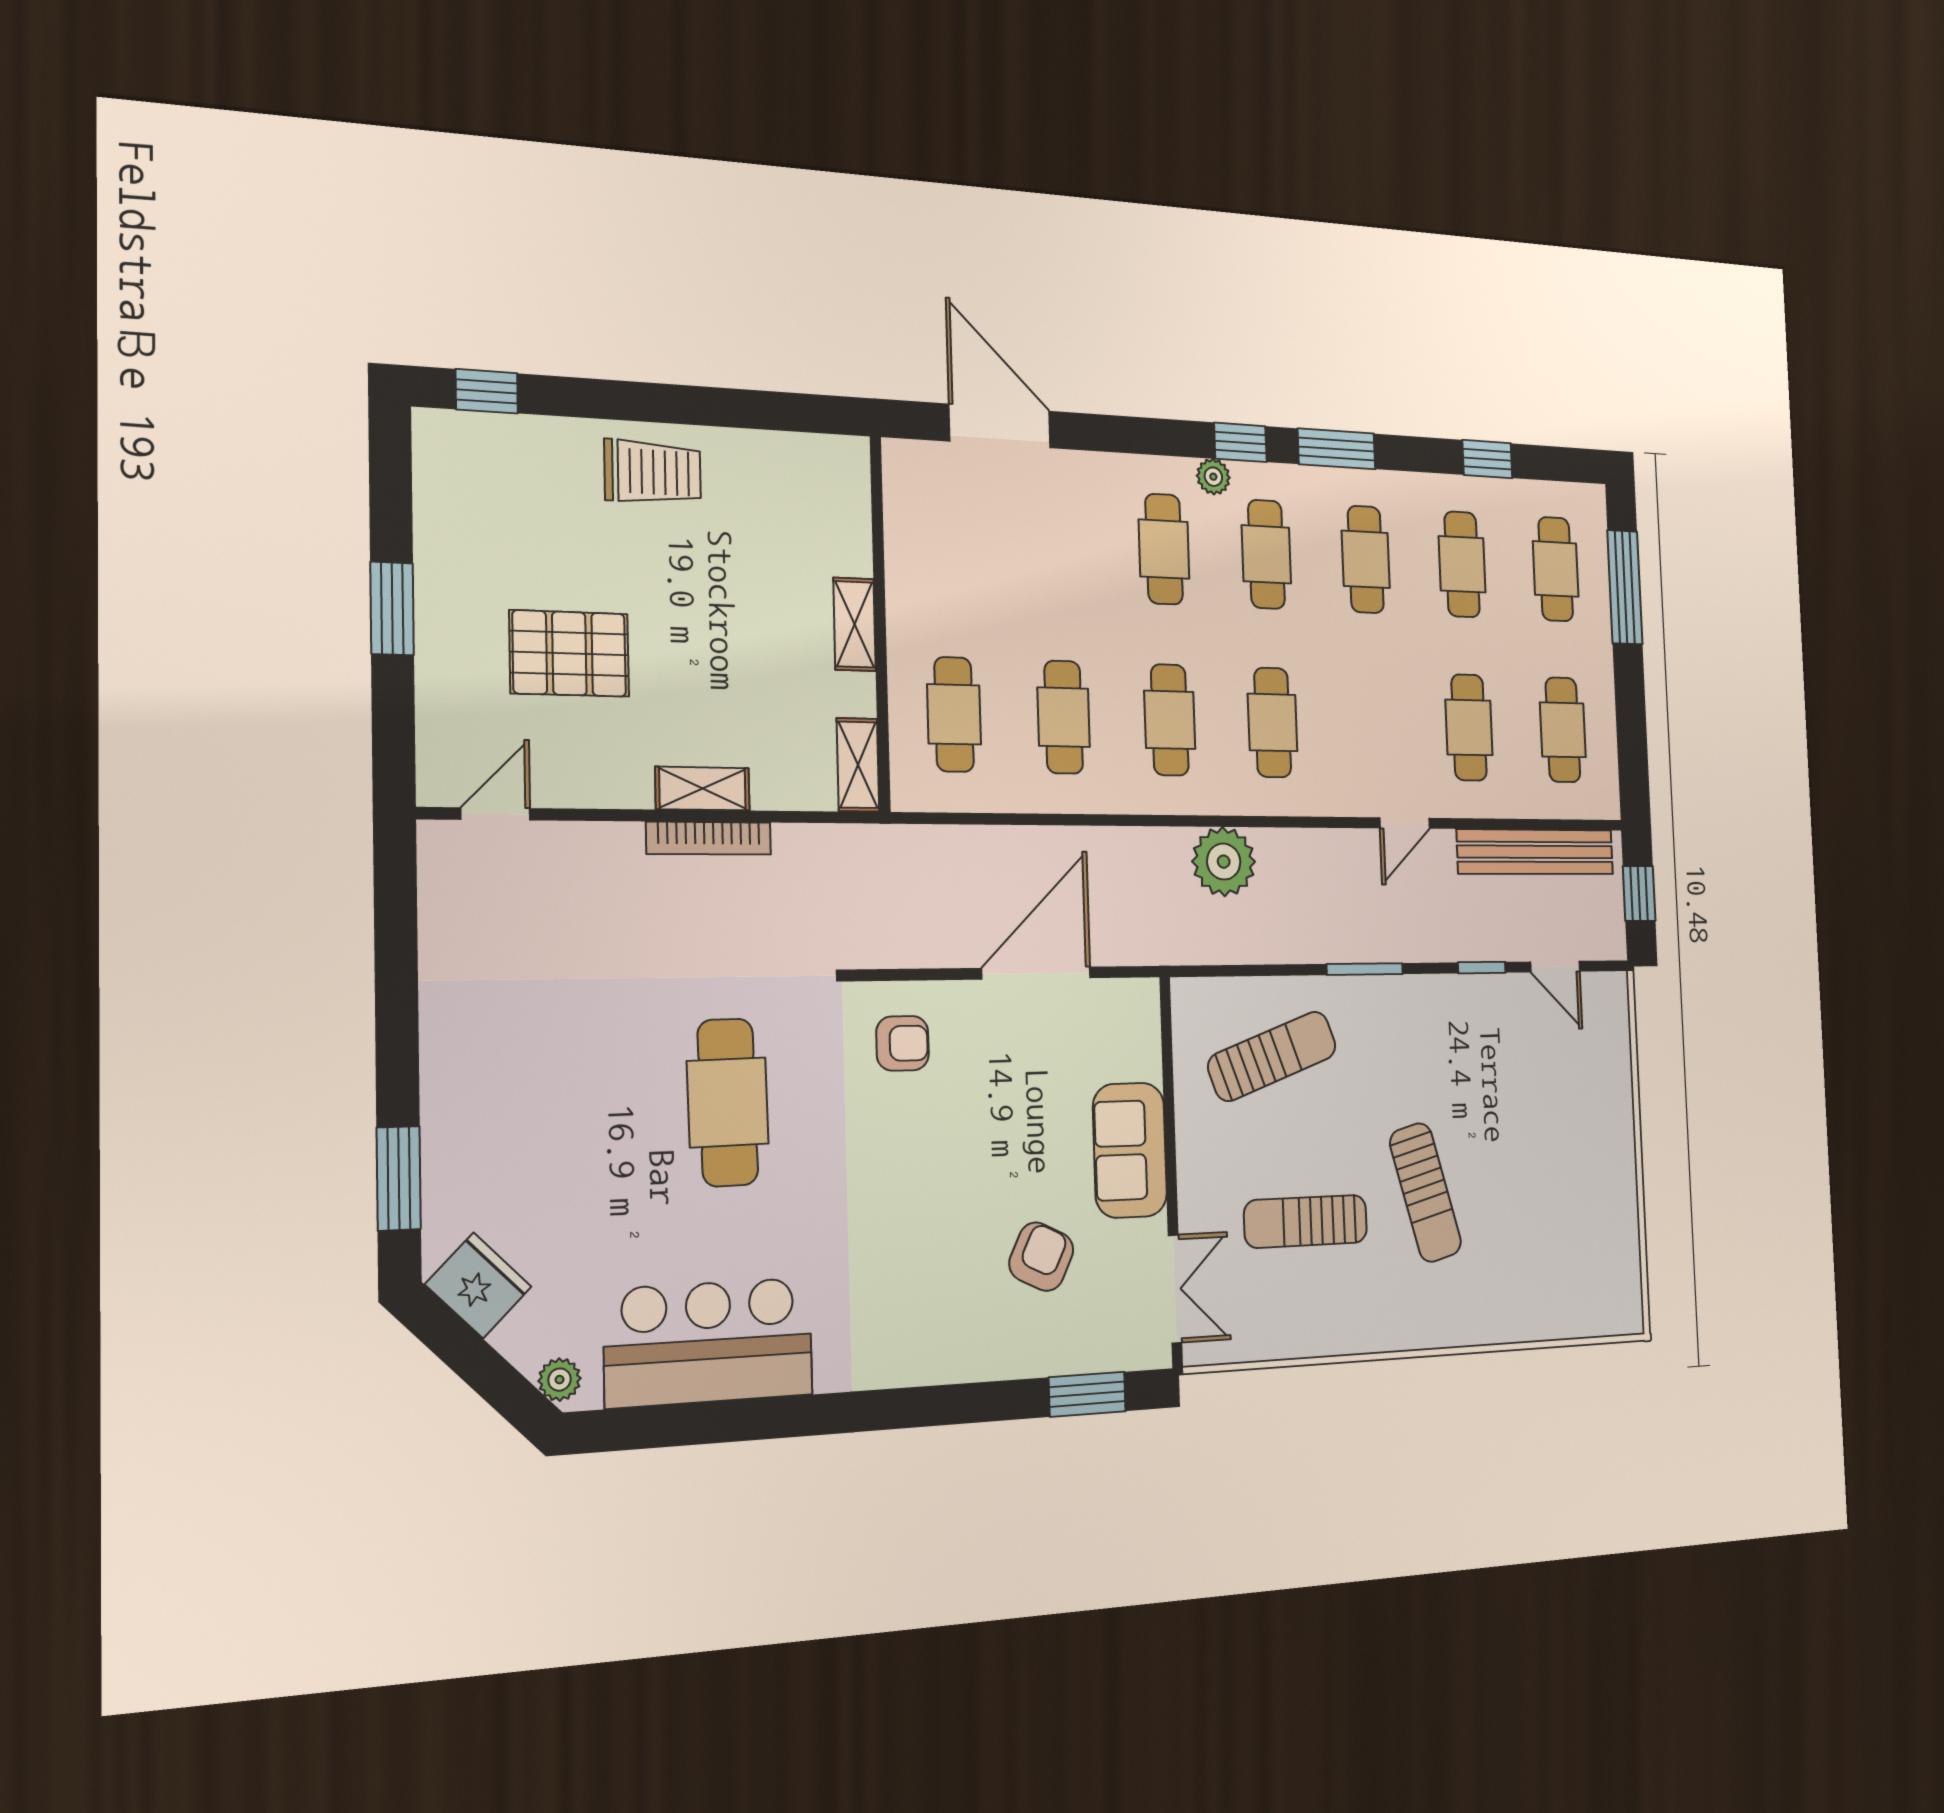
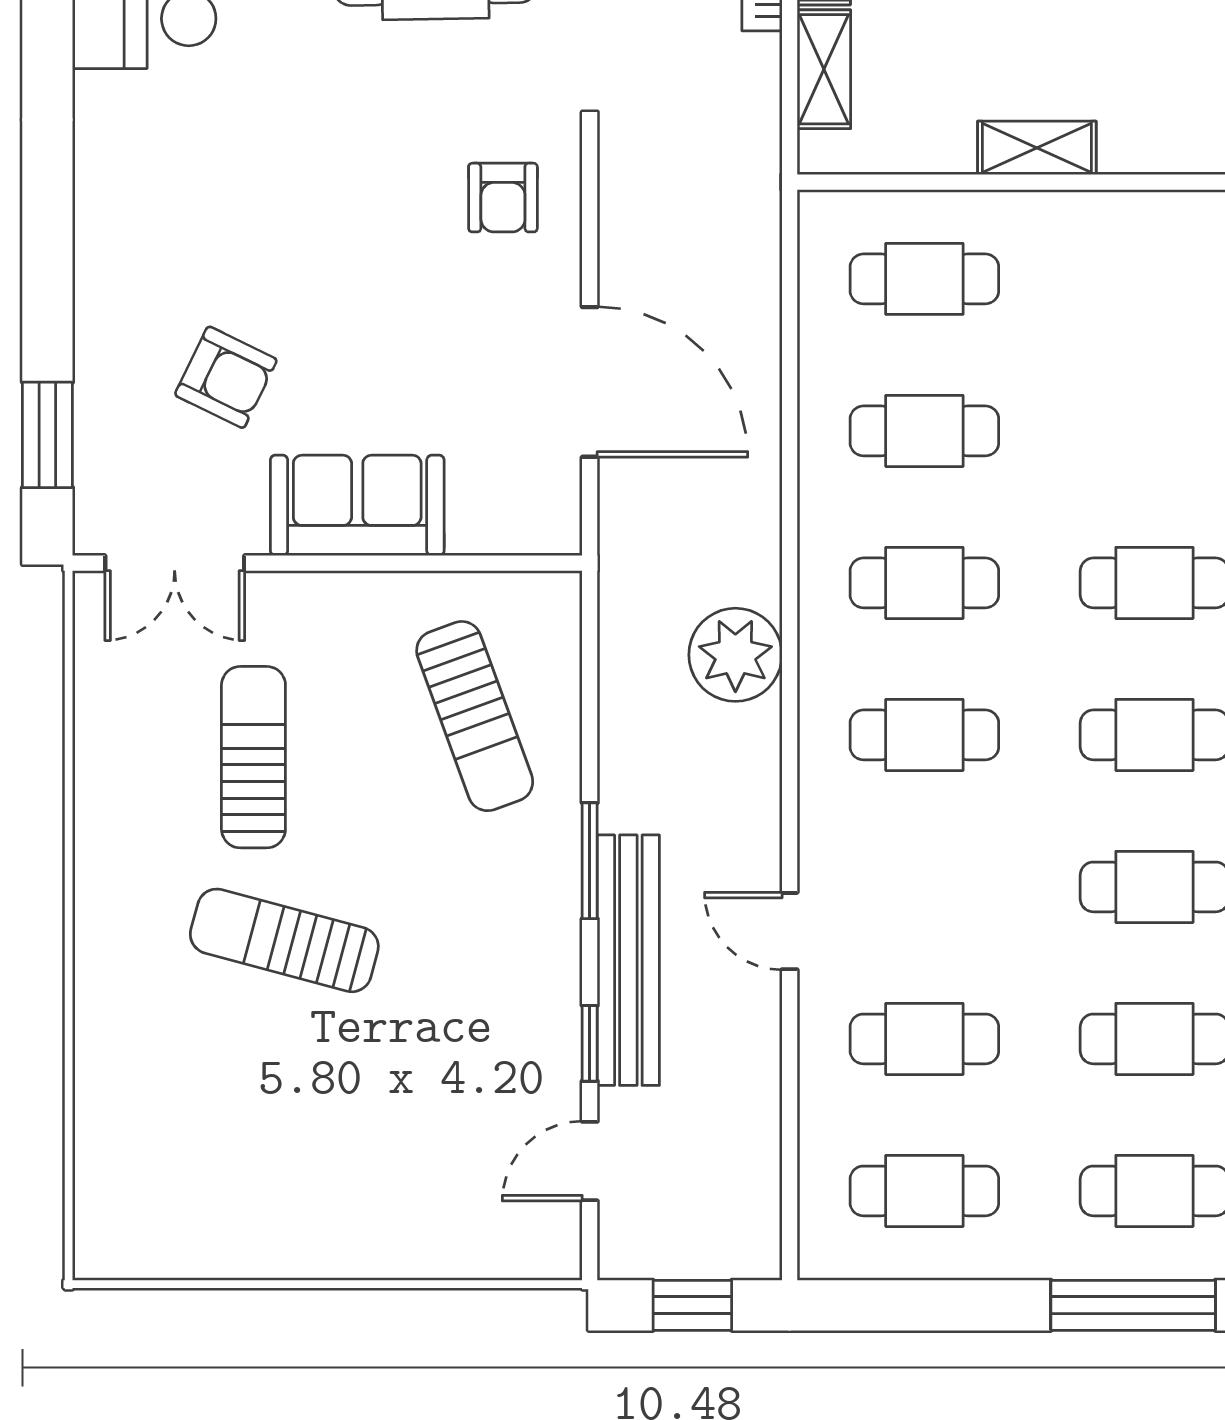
shelving: (858, 765) -> (824, 69), moved, turned 90
bench: (1535, 852) -> (628, 960), moved
sun lounger: (1425, 1192) -> (284, 940), turned 30

